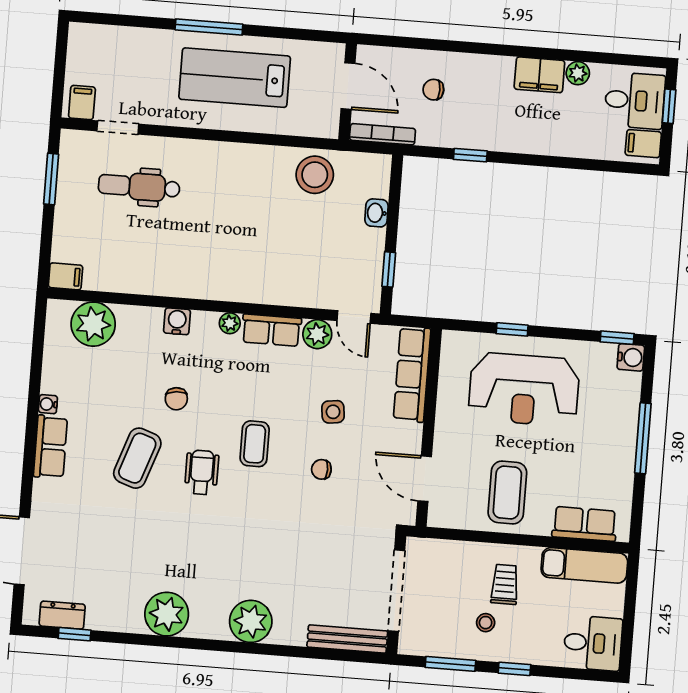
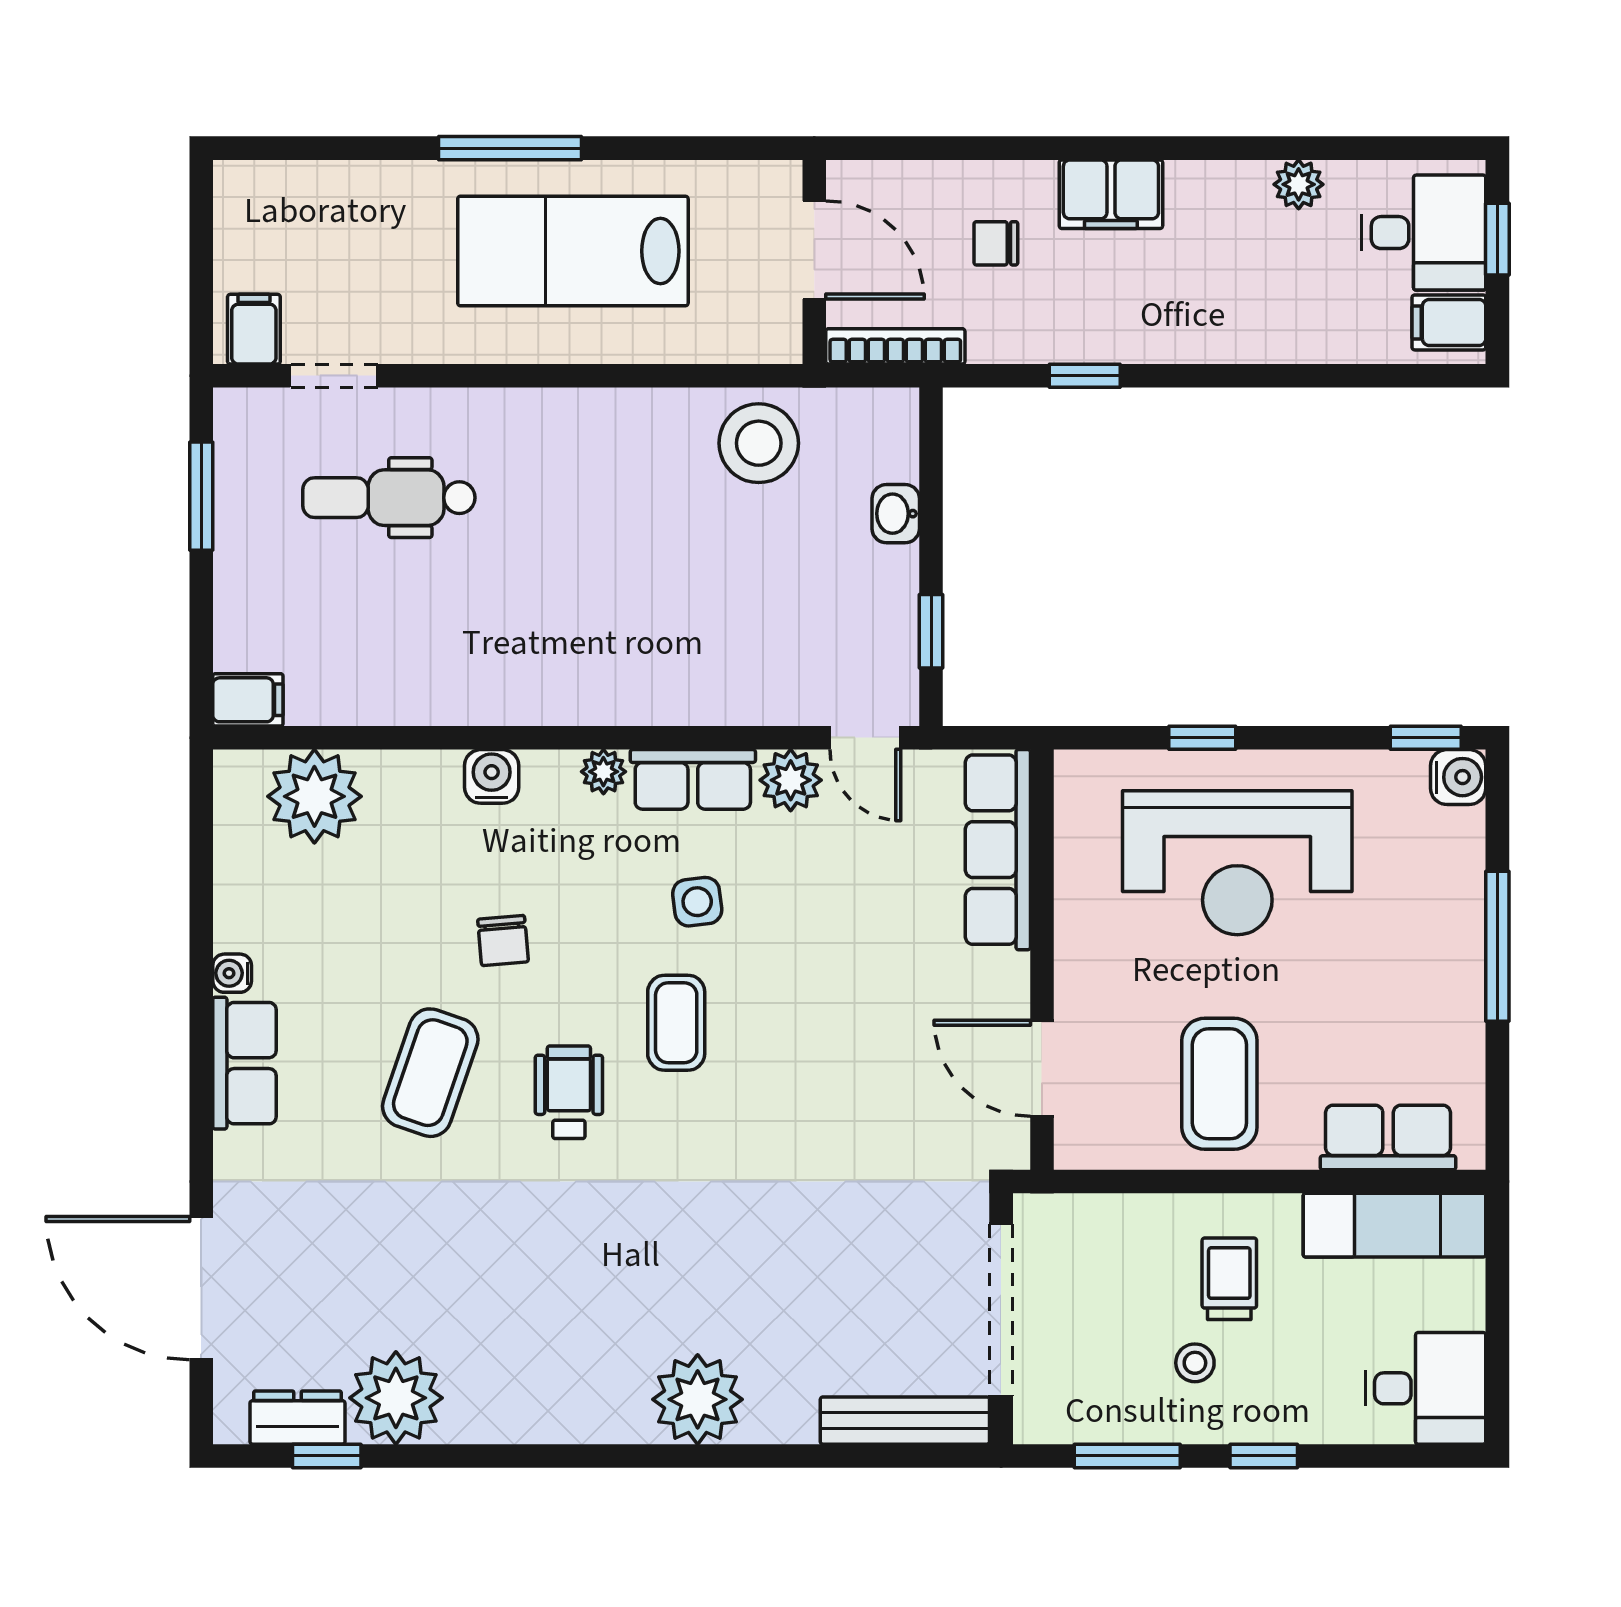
filing cabinet: (539, 75) -> (1111, 194), moved
side table: (333, 412) -> (697, 902), moved
chair: (321, 469) -> (822, 1066), removed
plant: (167, 614) -> (396, 1398), moved

